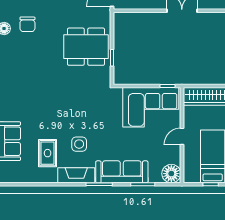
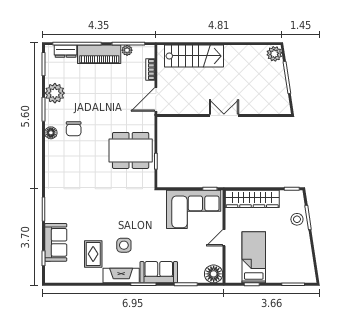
sofa: (122, 172) -> (159, 272), width x0.73

